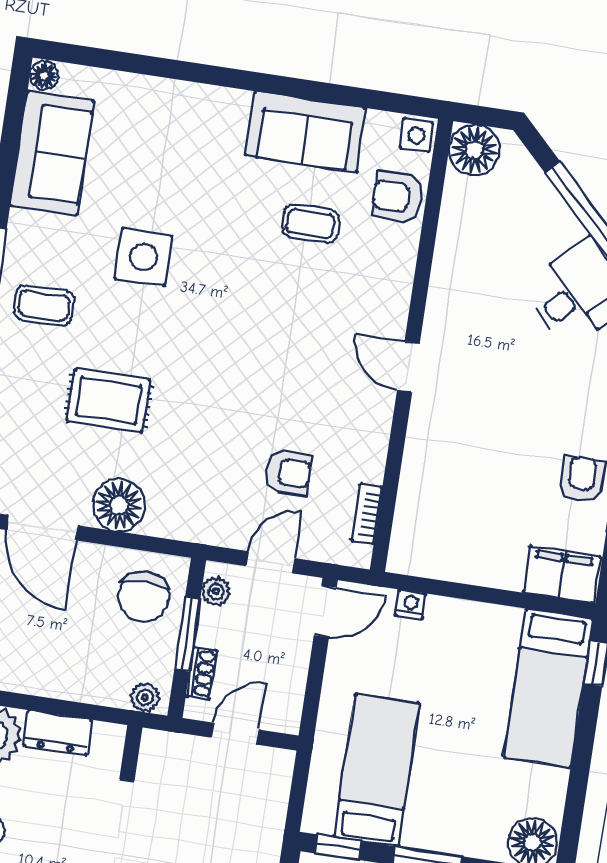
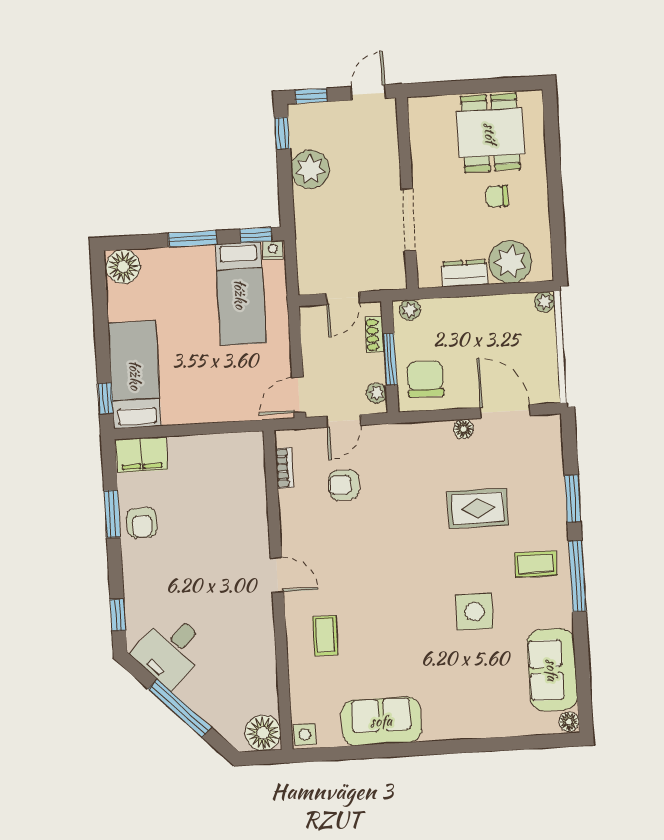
armchair: (398, 197) -> (309, 690), removed
coffee table: (311, 224) -> (325, 636), moved, turned 90
floor lamp: (119, 505) -> (464, 429), width x0.53, depth x0.53
nightstand: (411, 604) -> (273, 250), moved, turned 180

